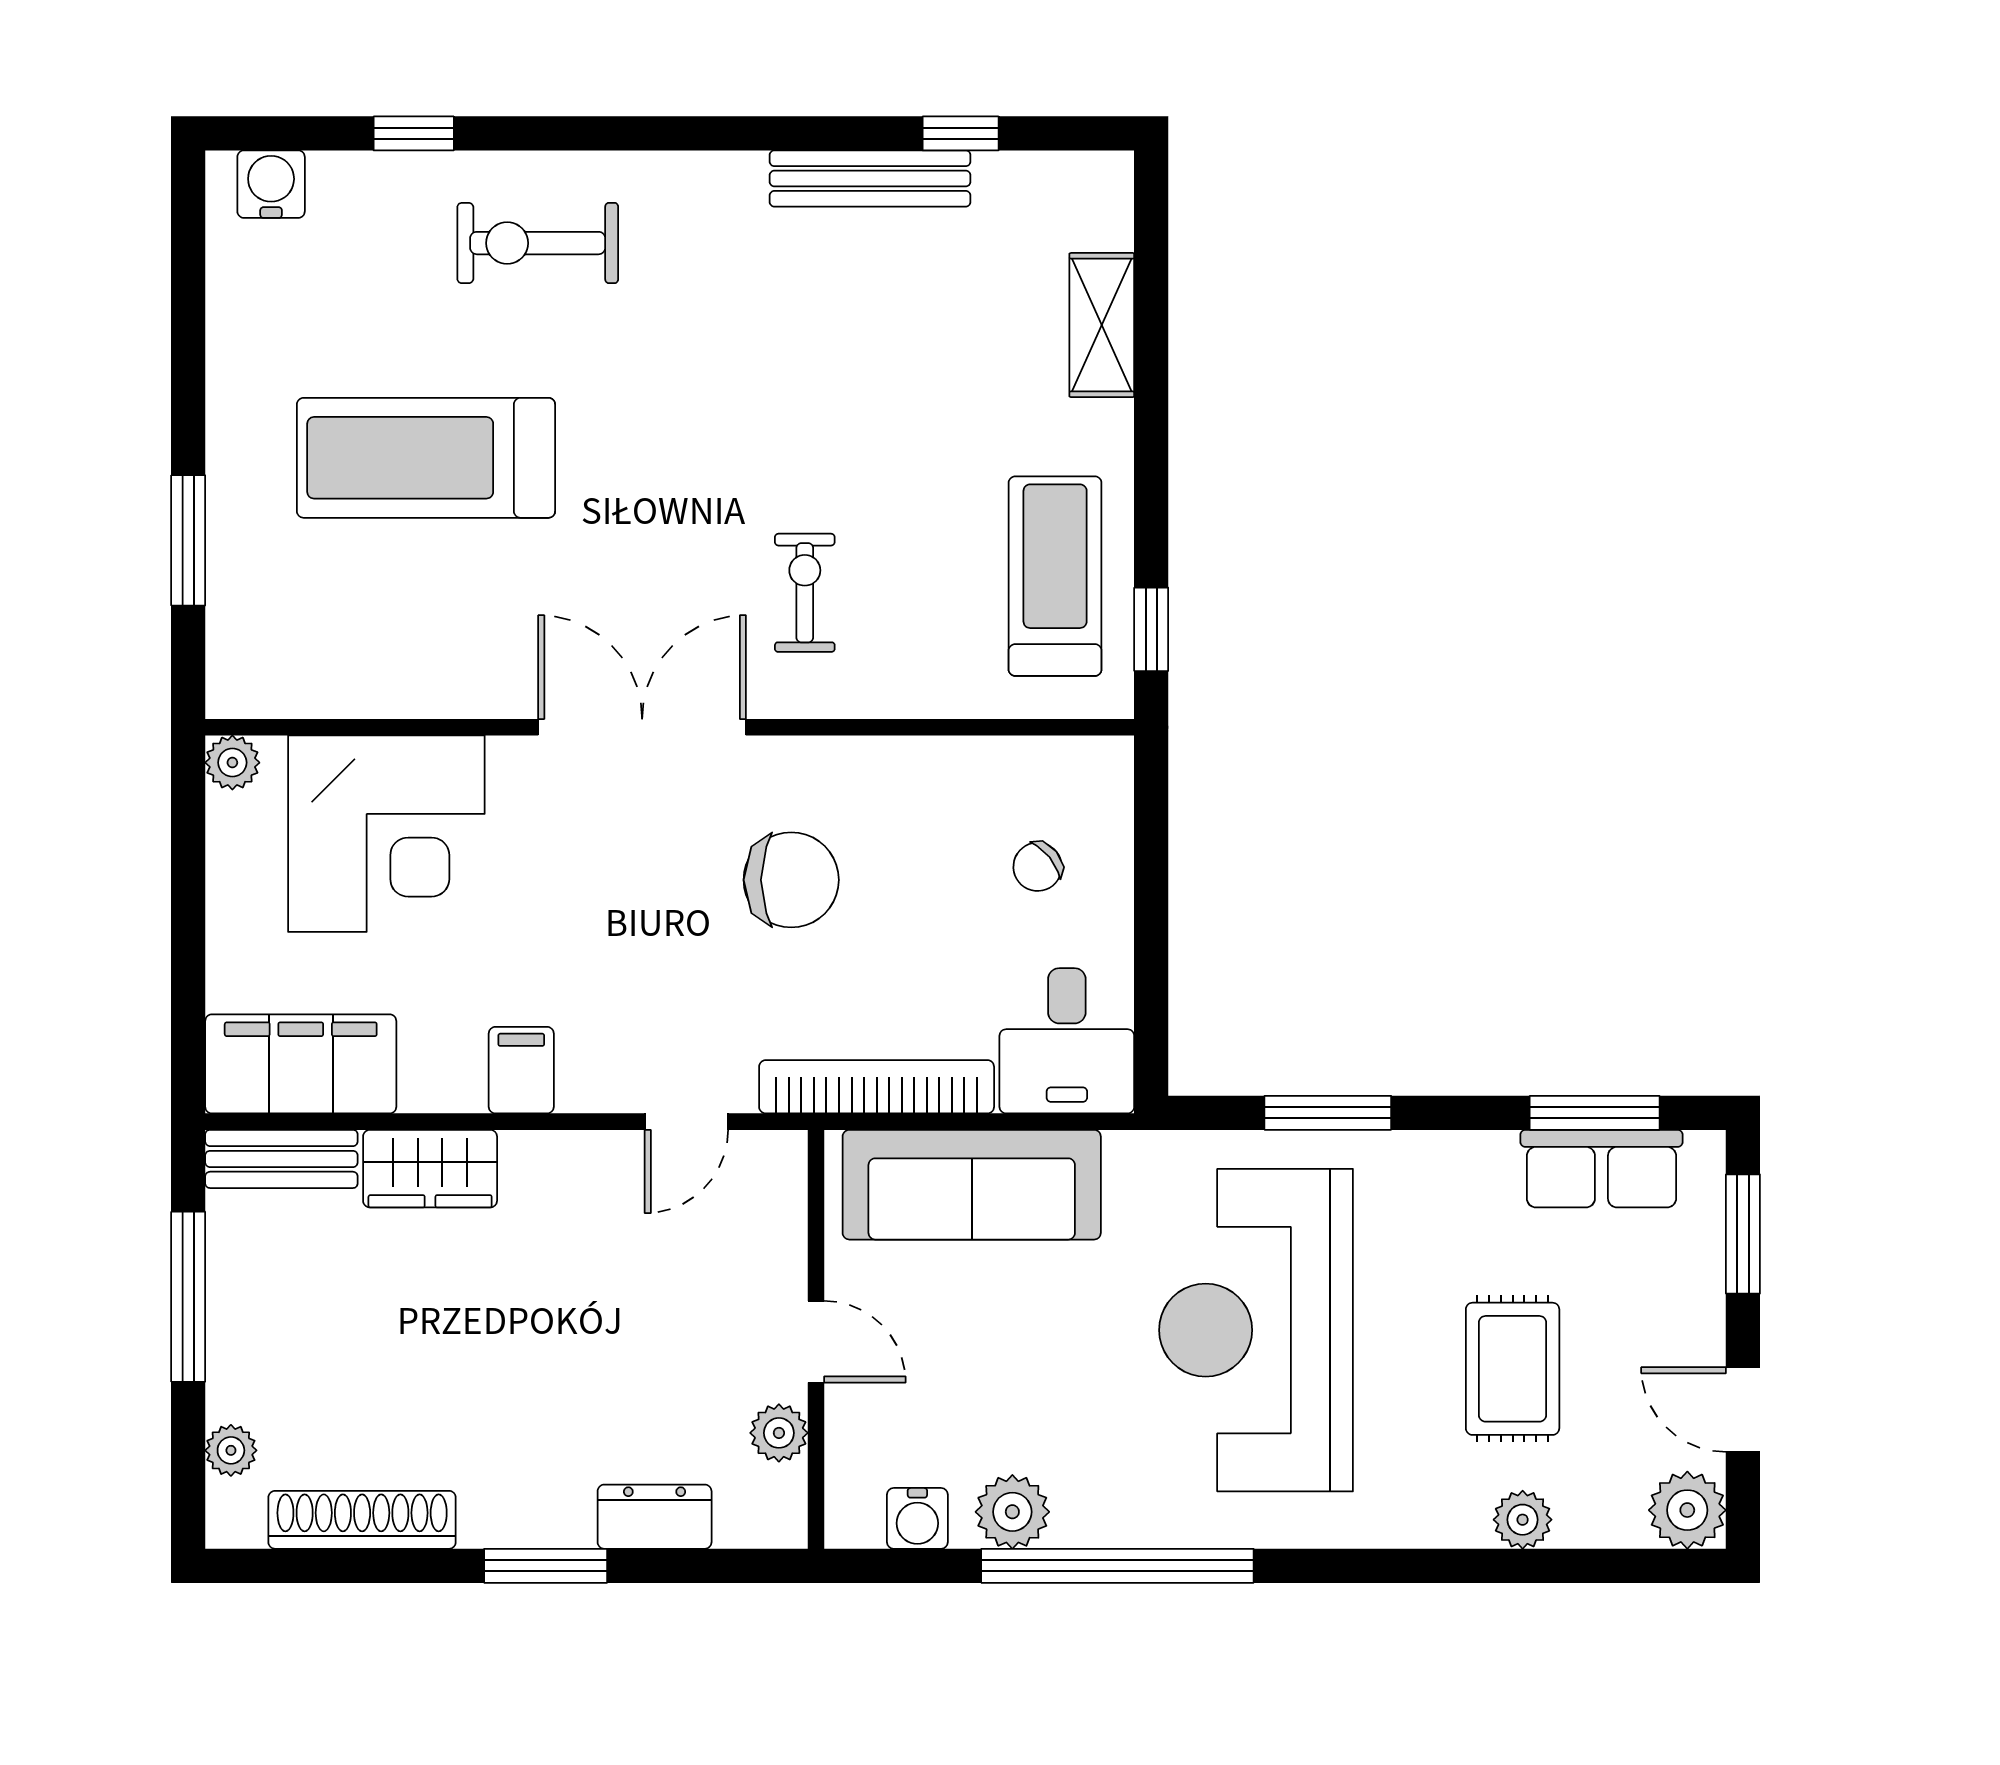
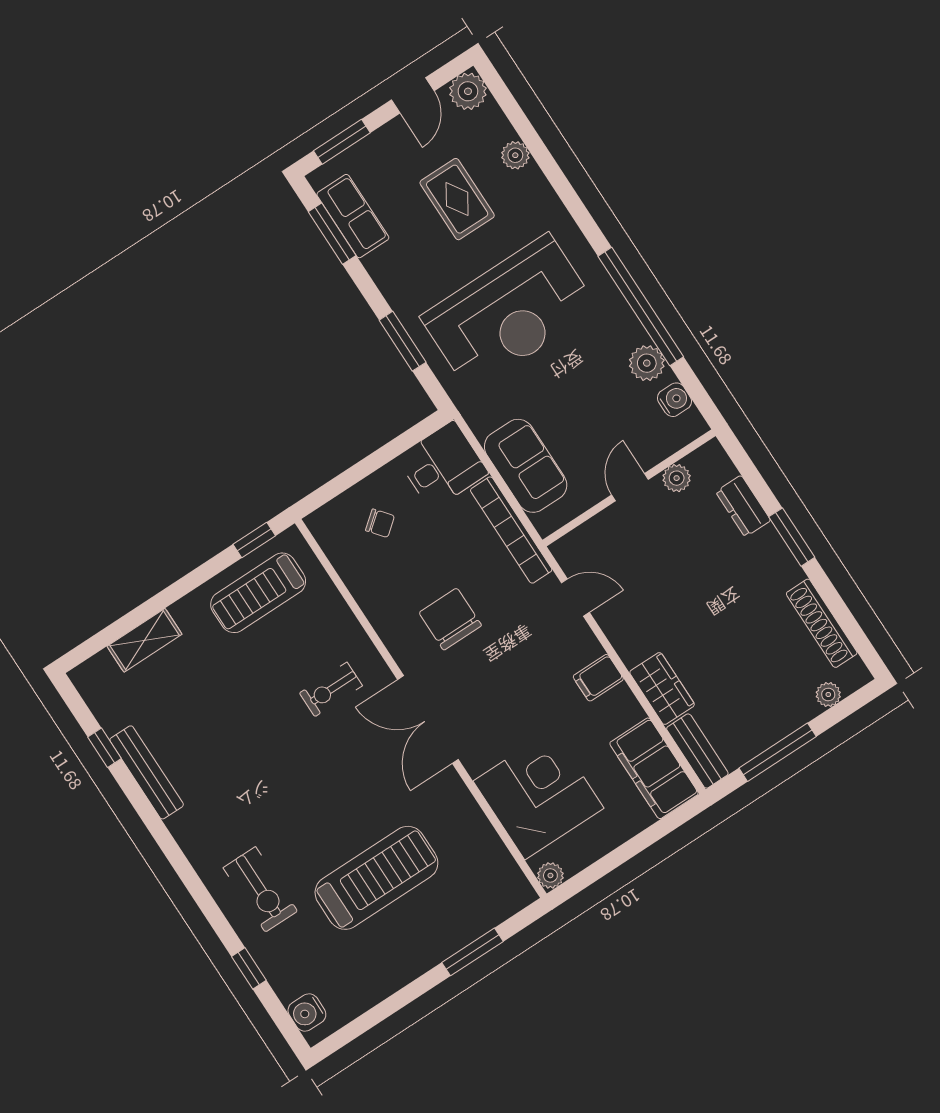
treadmill: (426, 458) -> (376, 878), turned -90
sofa: (972, 1185) -> (526, 466), width x0.73
rug: (1513, 1369) -> (457, 199), turned 90

